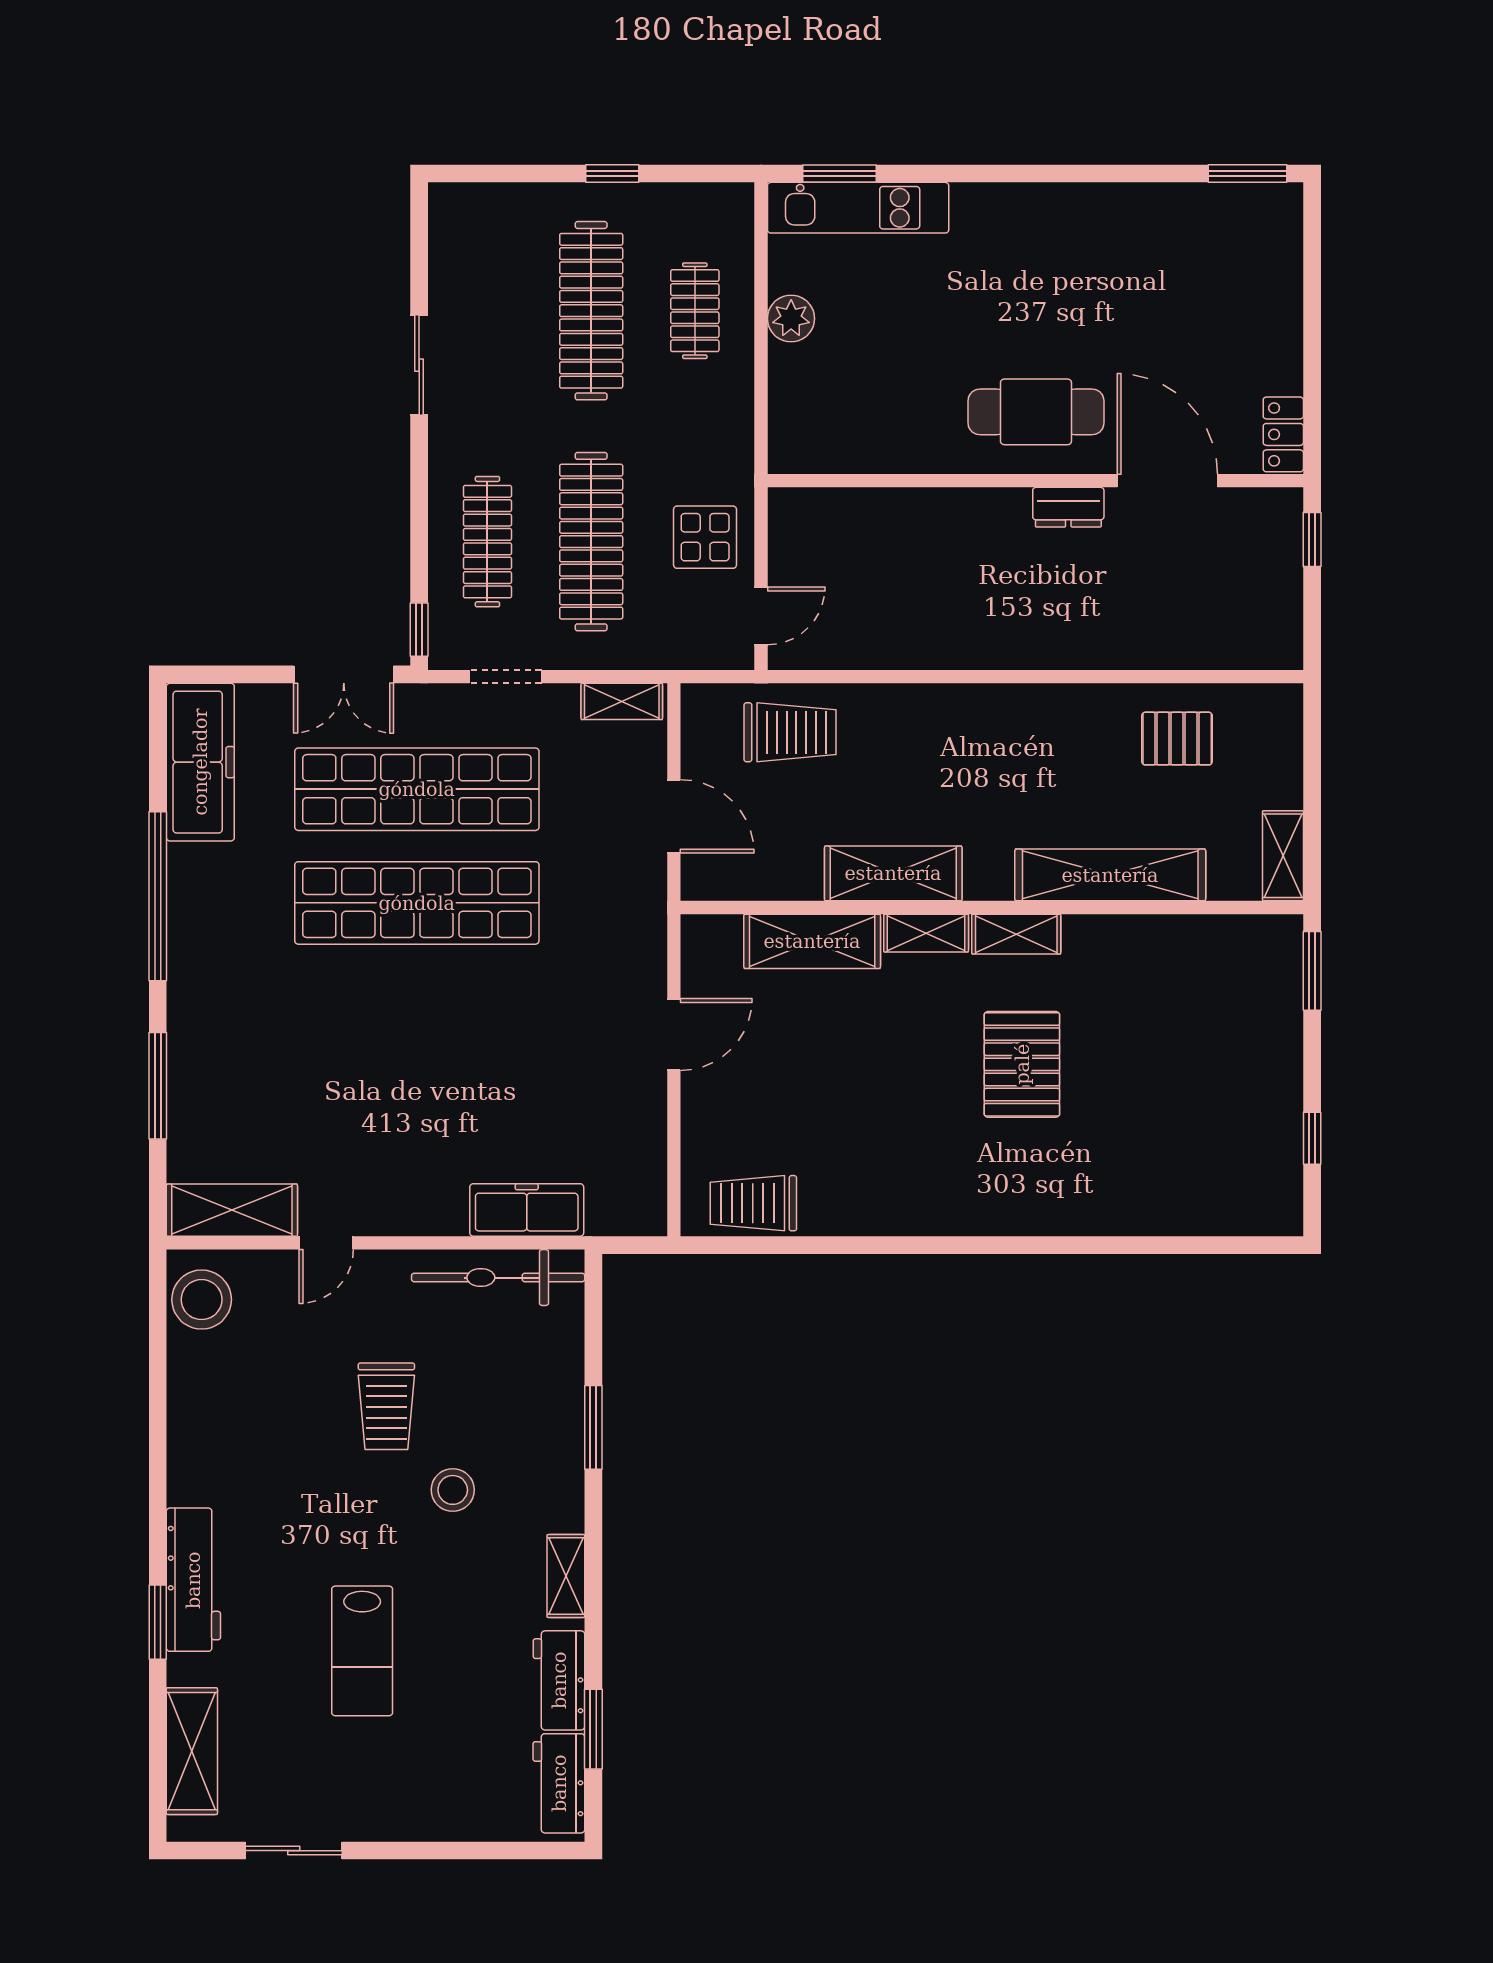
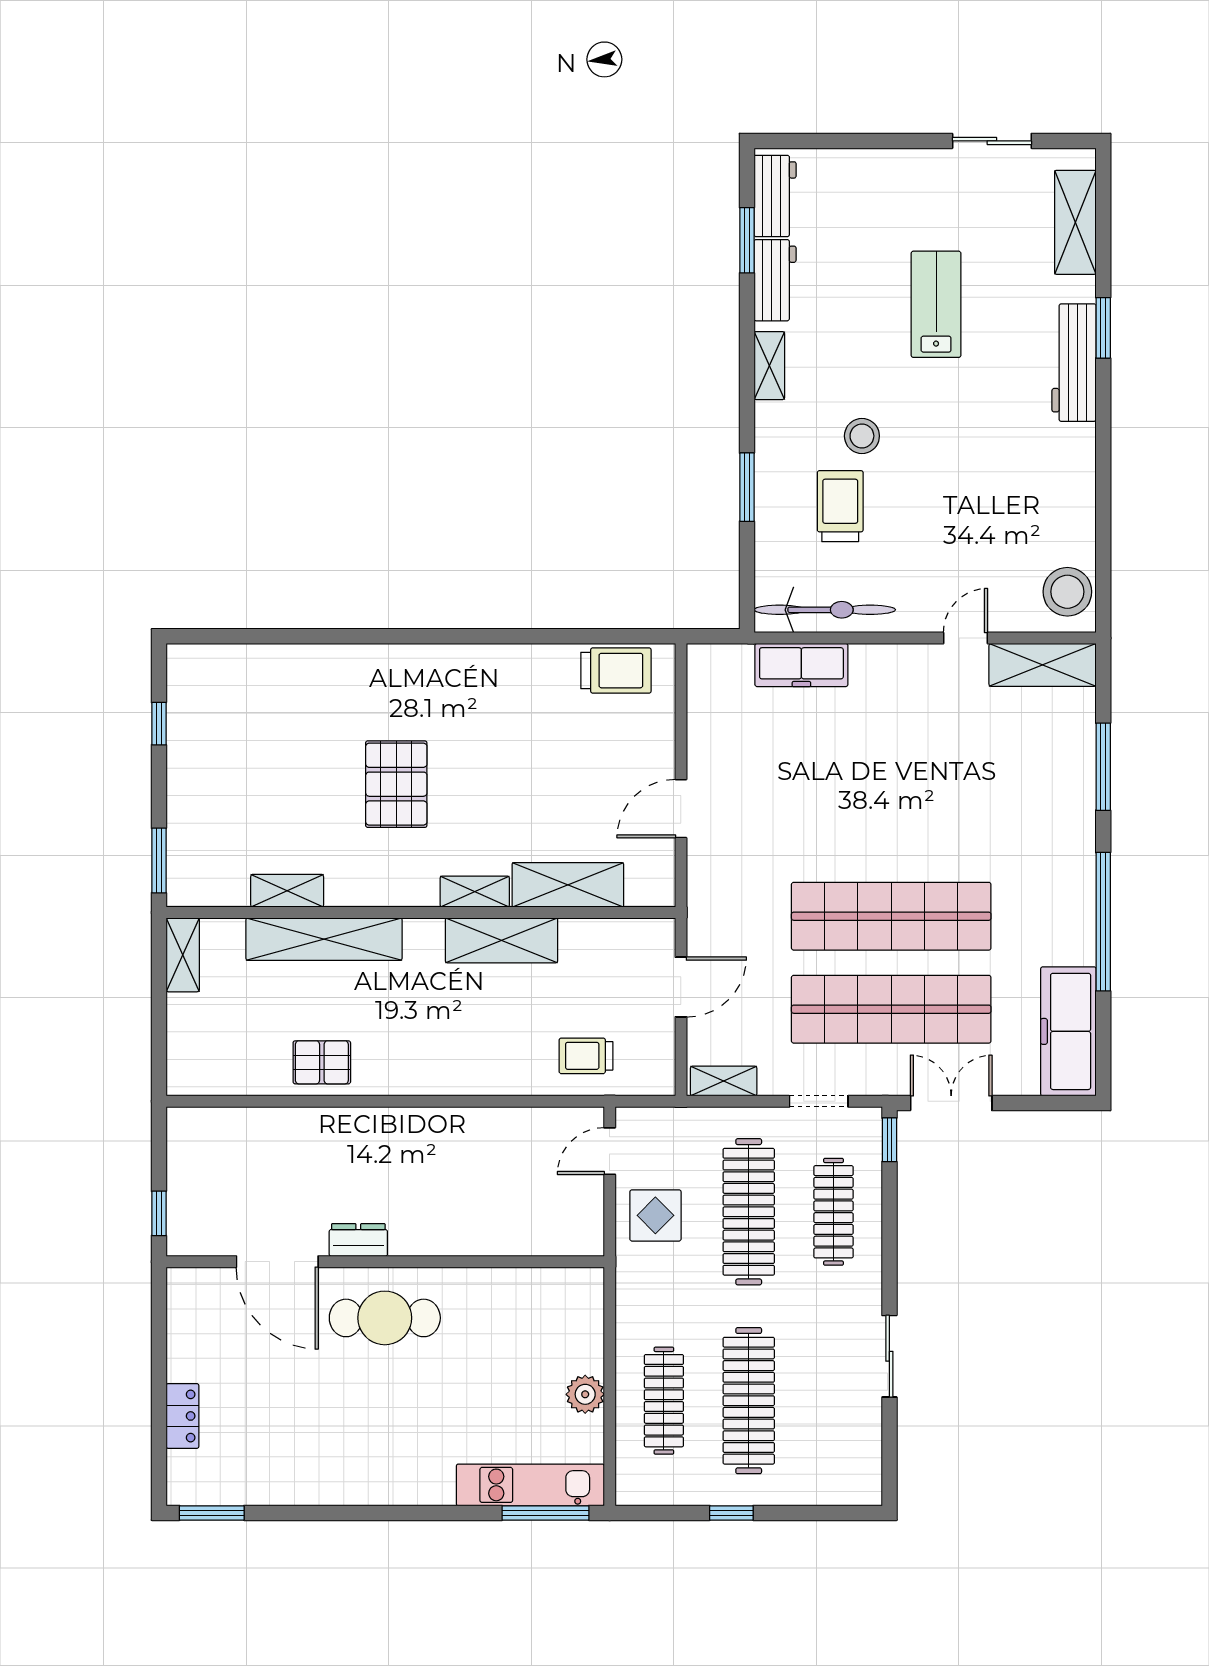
window: (840, 174) -> (545, 1513), width x1.44
clothes rail: (695, 311) -> (664, 1401), width x1.36
locker: (1283, 434) -> (182, 1416), moved
trolley: (790, 732) -> (586, 1056), width x0.73, depth x0.72
pallet: (1177, 739) -> (322, 1062), moved
door: (674, 816) -> (681, 987), swing flipped
shelving: (1016, 934) -> (287, 891), moved
trolley: (386, 1406) -> (840, 506), moved

